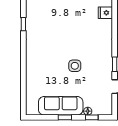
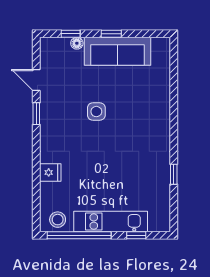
fridge: (105, 13) -> (50, 172), moved

